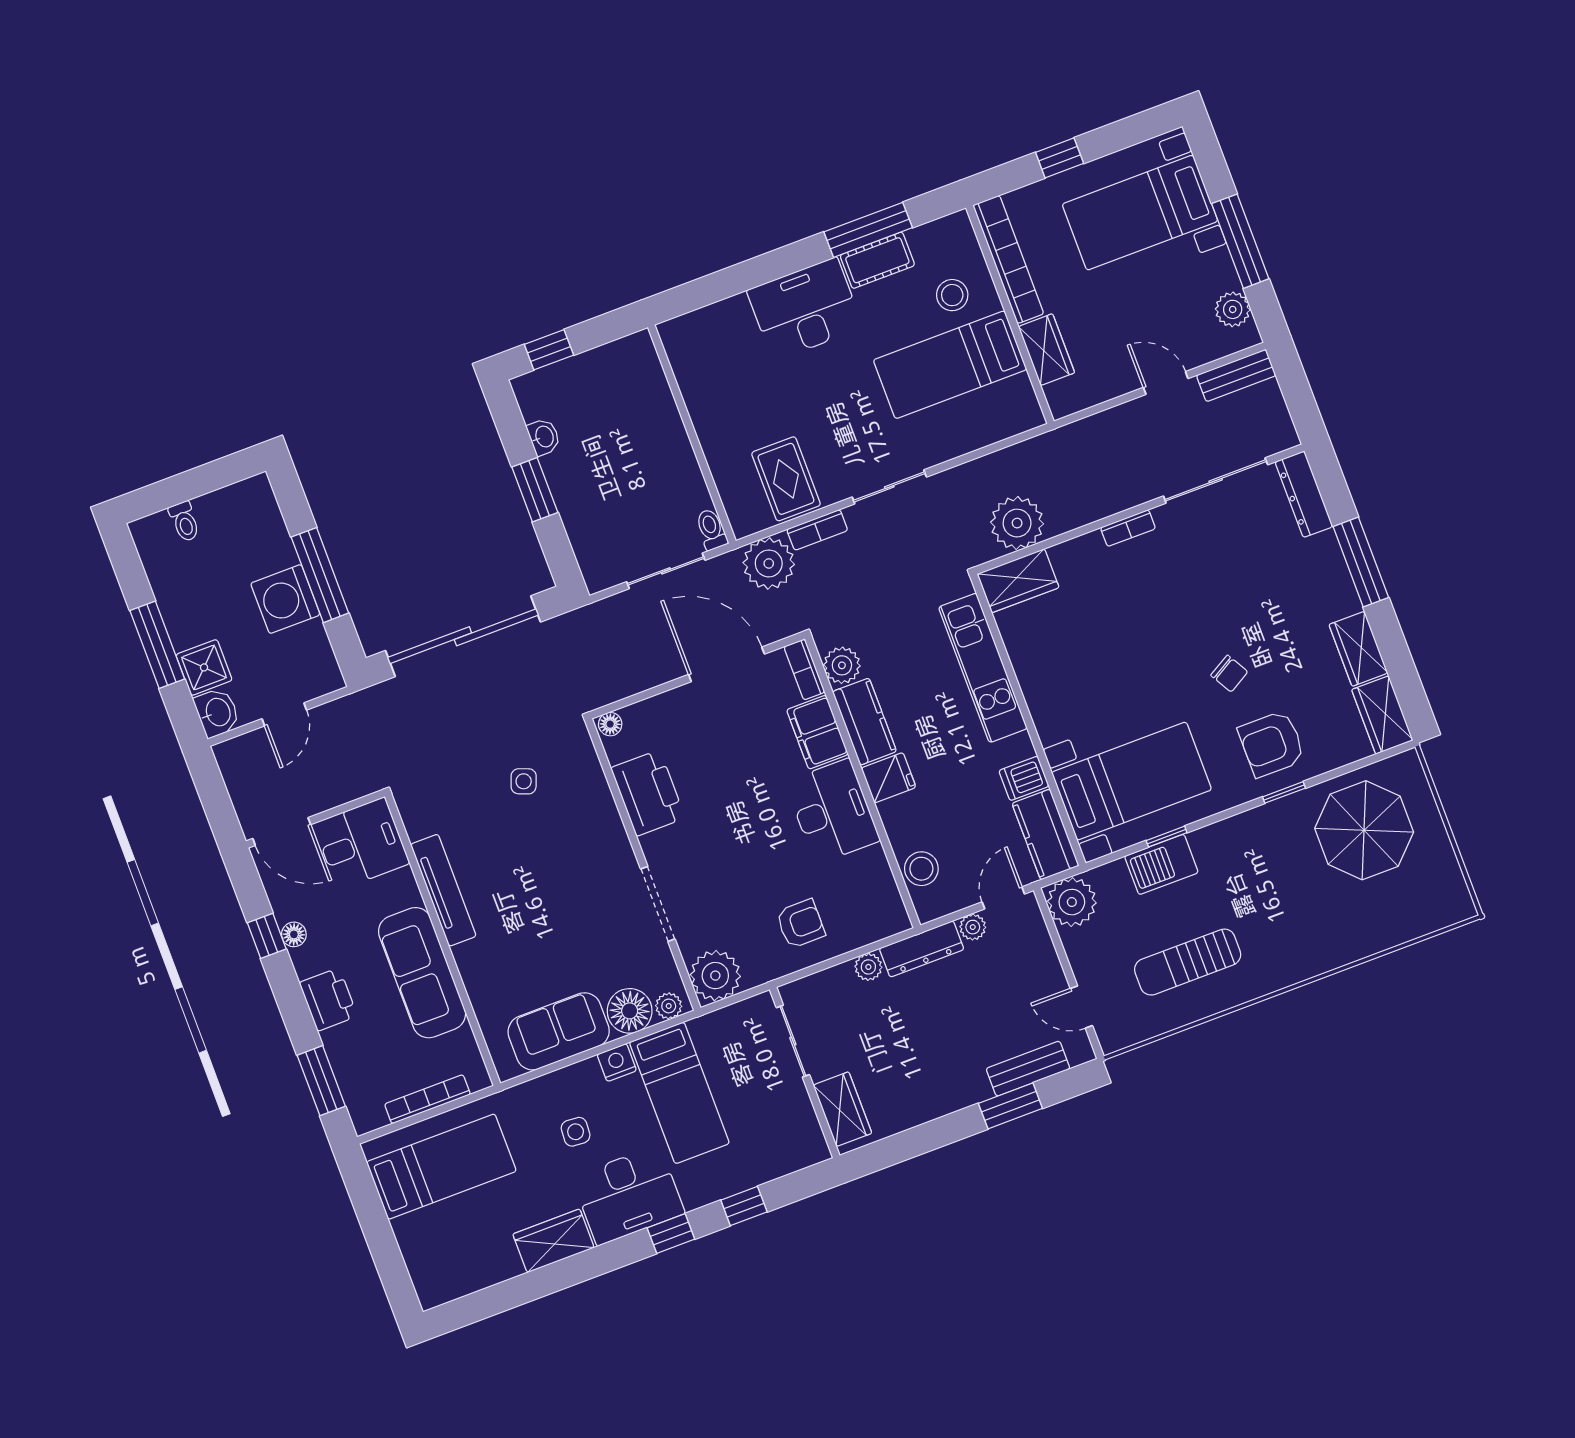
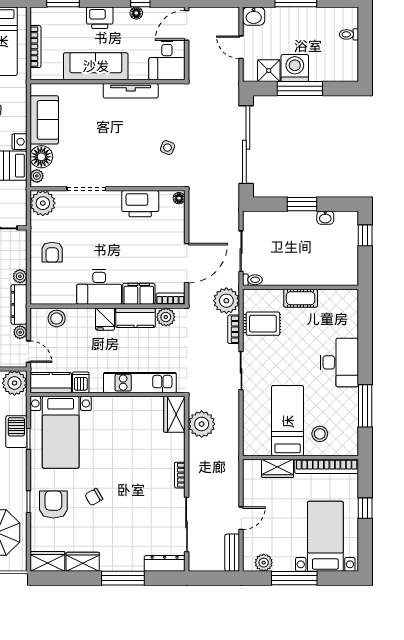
cot: (877, 260) -> (301, 298), moved, turned 90
shower: (204, 667) -> (269, 71), moved

